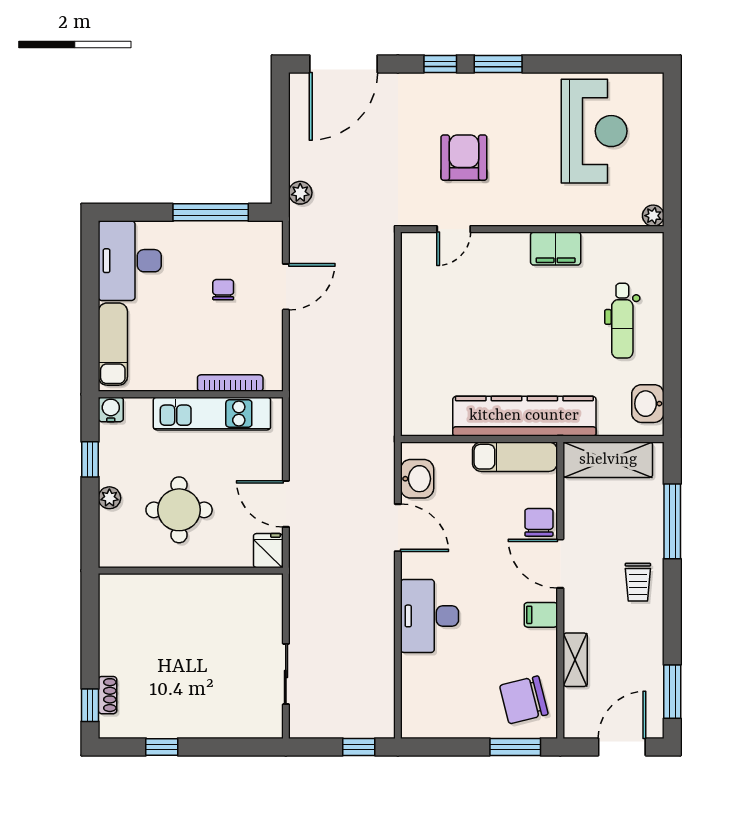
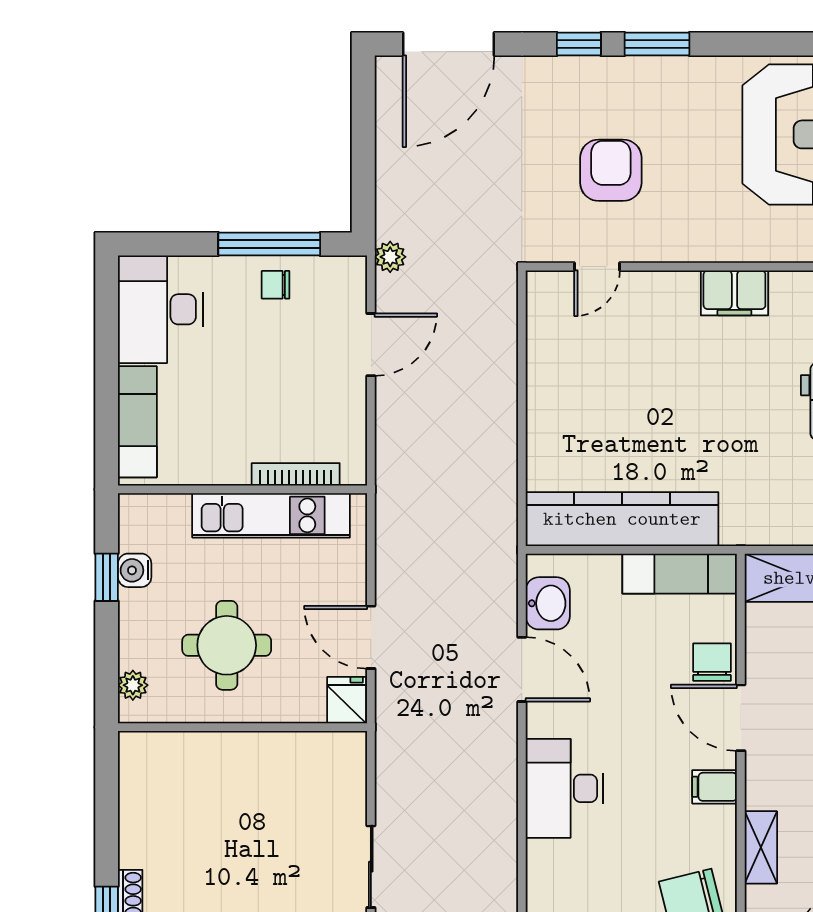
plant: (300, 193) -> (390, 257), moved
chair: (223, 290) -> (276, 285), moved, turned -90
water cooler: (111, 409) -> (135, 570), moved, turned -90
kitchen counter: (524, 416) -> (622, 519), moved
plant: (109, 498) -> (133, 685), moved

